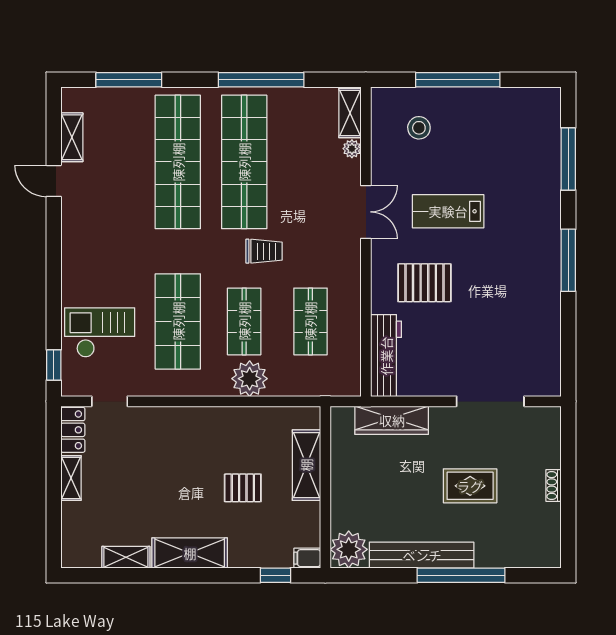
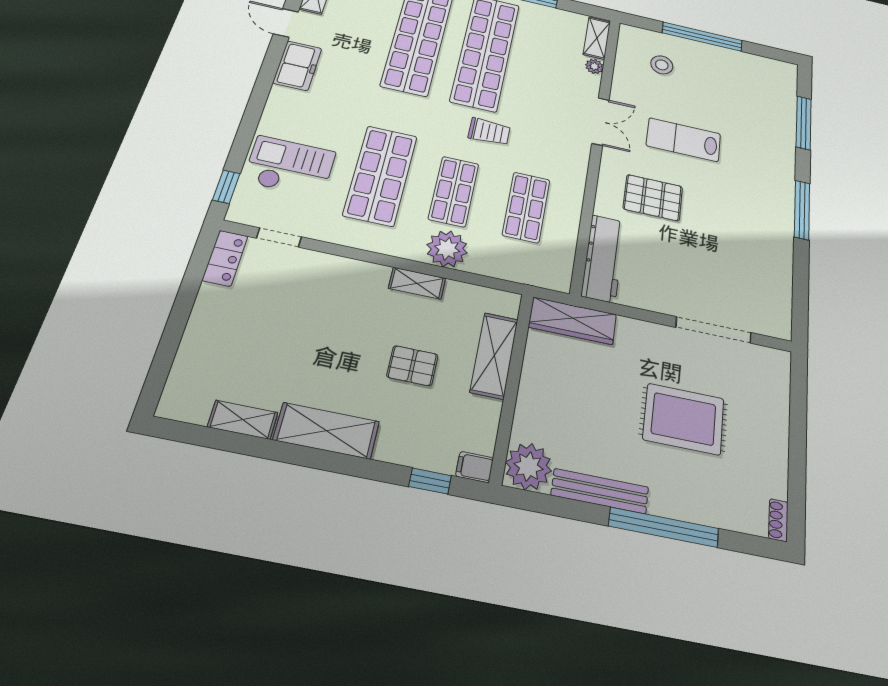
freezer: (77, 226) -> (297, 66), added
wardrobe: (392, 420) -> (573, 321), moved
shelving: (71, 478) -> (417, 283), moved, turned 90
shoe rack: (554, 485) -> (778, 520), moved
rug: (470, 486) -> (684, 419), width x1.36, depth x1.43
bench: (422, 555) -> (600, 491), width x0.73, depth x0.82

